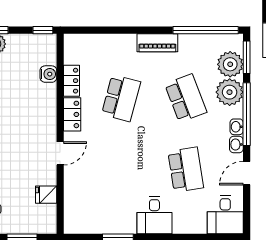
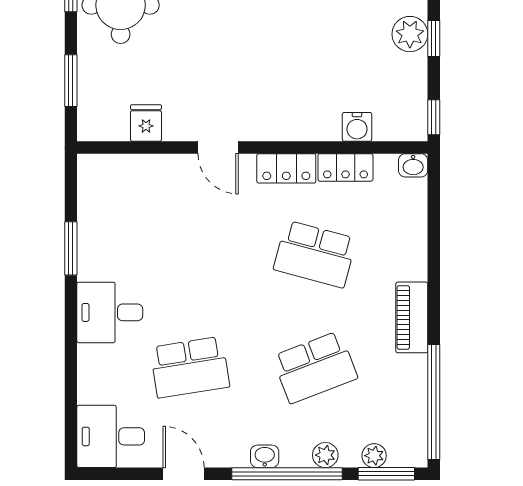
plant: (230, 64) -> (374, 456), width x0.53, depth x0.53
plant: (230, 92) -> (325, 455), width x0.53, depth x0.53
washbasin: (236, 145) -> (413, 165), moved, turned 180

